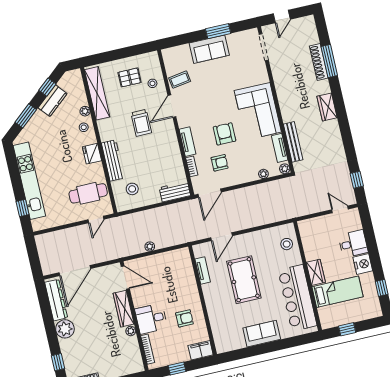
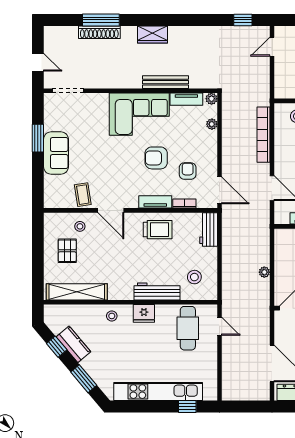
plant: (85, 111) -> (94, 310), removed
trolley: (141, 123) -> (158, 230), moved
bench: (293, 142) -> (166, 82), moved
bookcase: (265, 219) -> (264, 135), added

